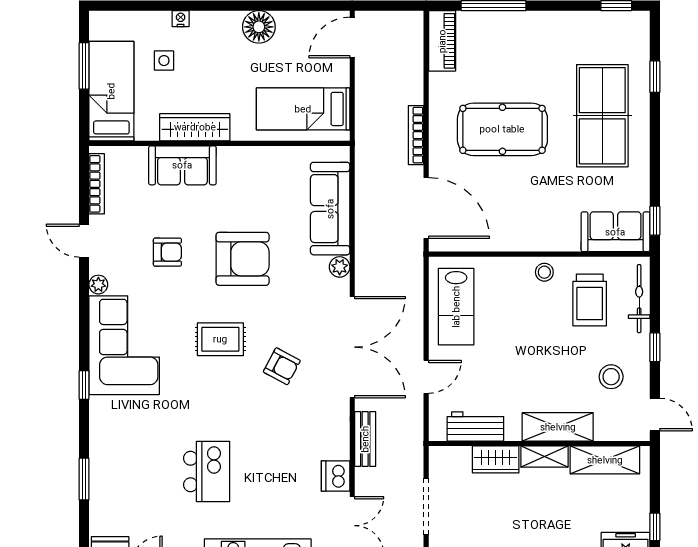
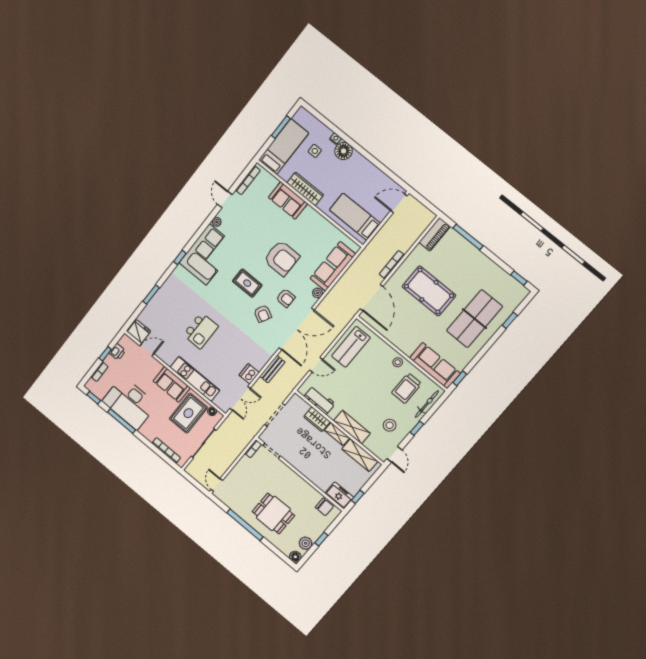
floor lamp: (259, 27) -> (344, 151), moved
sofa: (615, 232) -> (435, 366), width x1.36
armchair: (167, 252) -> (286, 298), moved

